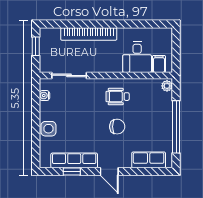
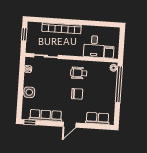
window: (176, 127) -> (119, 84), moved
window: (72, 172) -> (30, 122), moved
door: (109, 172) -> (70, 125), hinge flipped

